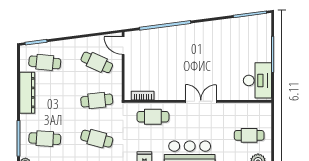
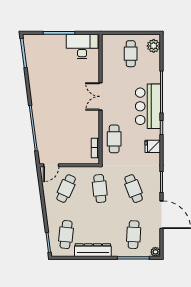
cafe table: (97, 139) -> (134, 189), turned -36

